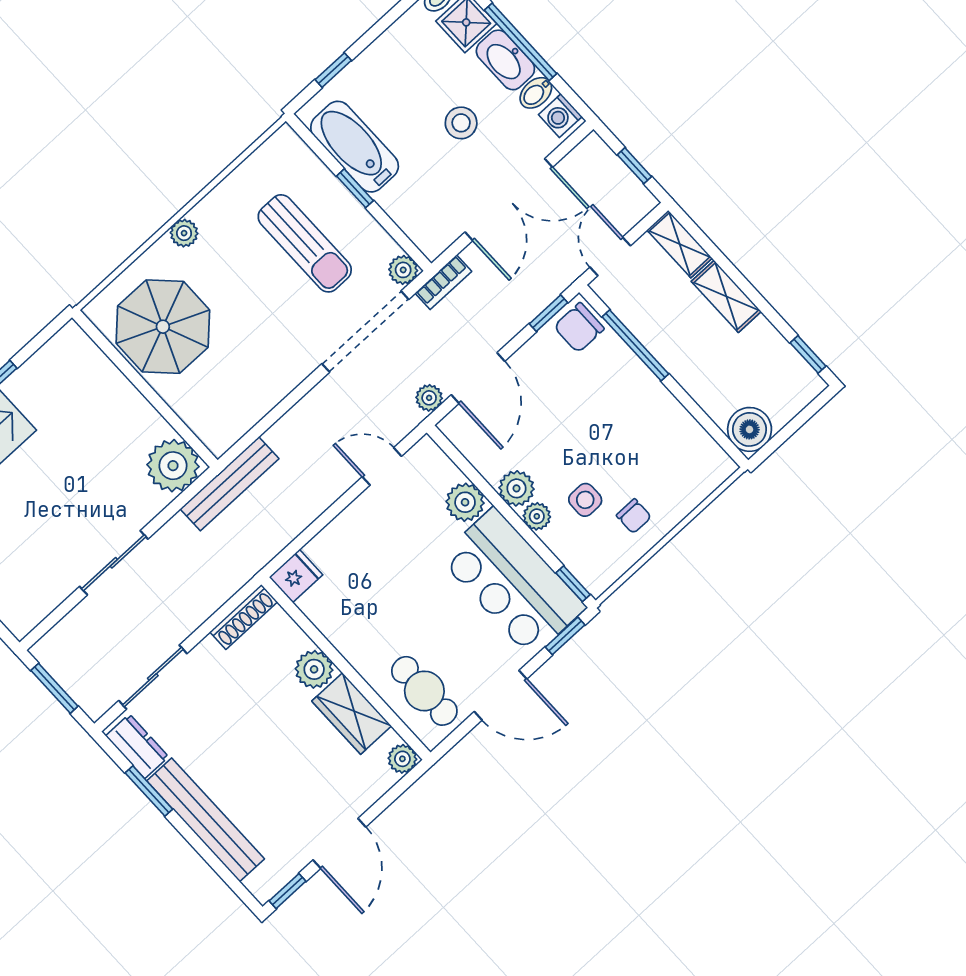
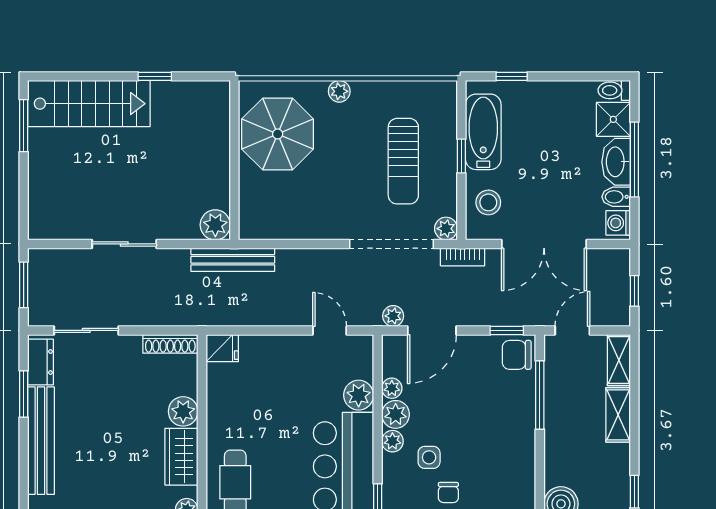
stool: (461, 123) -> (488, 202), moved
plant: (173, 466) -> (215, 225), width x0.73, depth x0.73
plant: (490, 467) -> (392, 388), added

